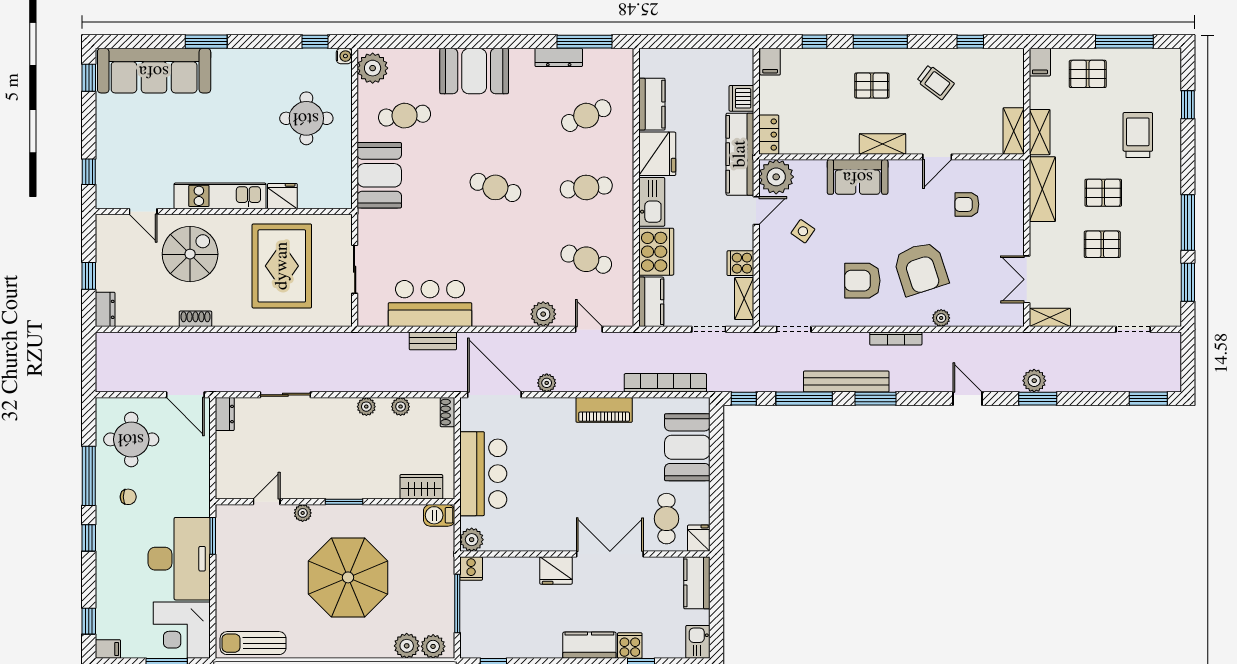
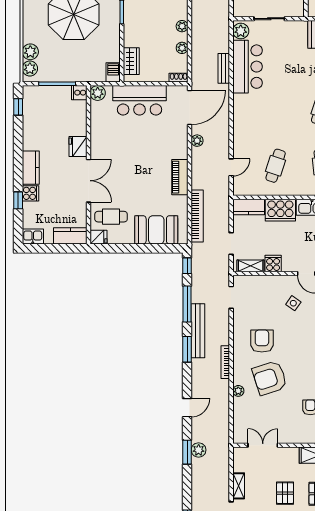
plant: (543, 314) -> (241, 31), moved
shelving: (1050, 317) -> (239, 486), moved

